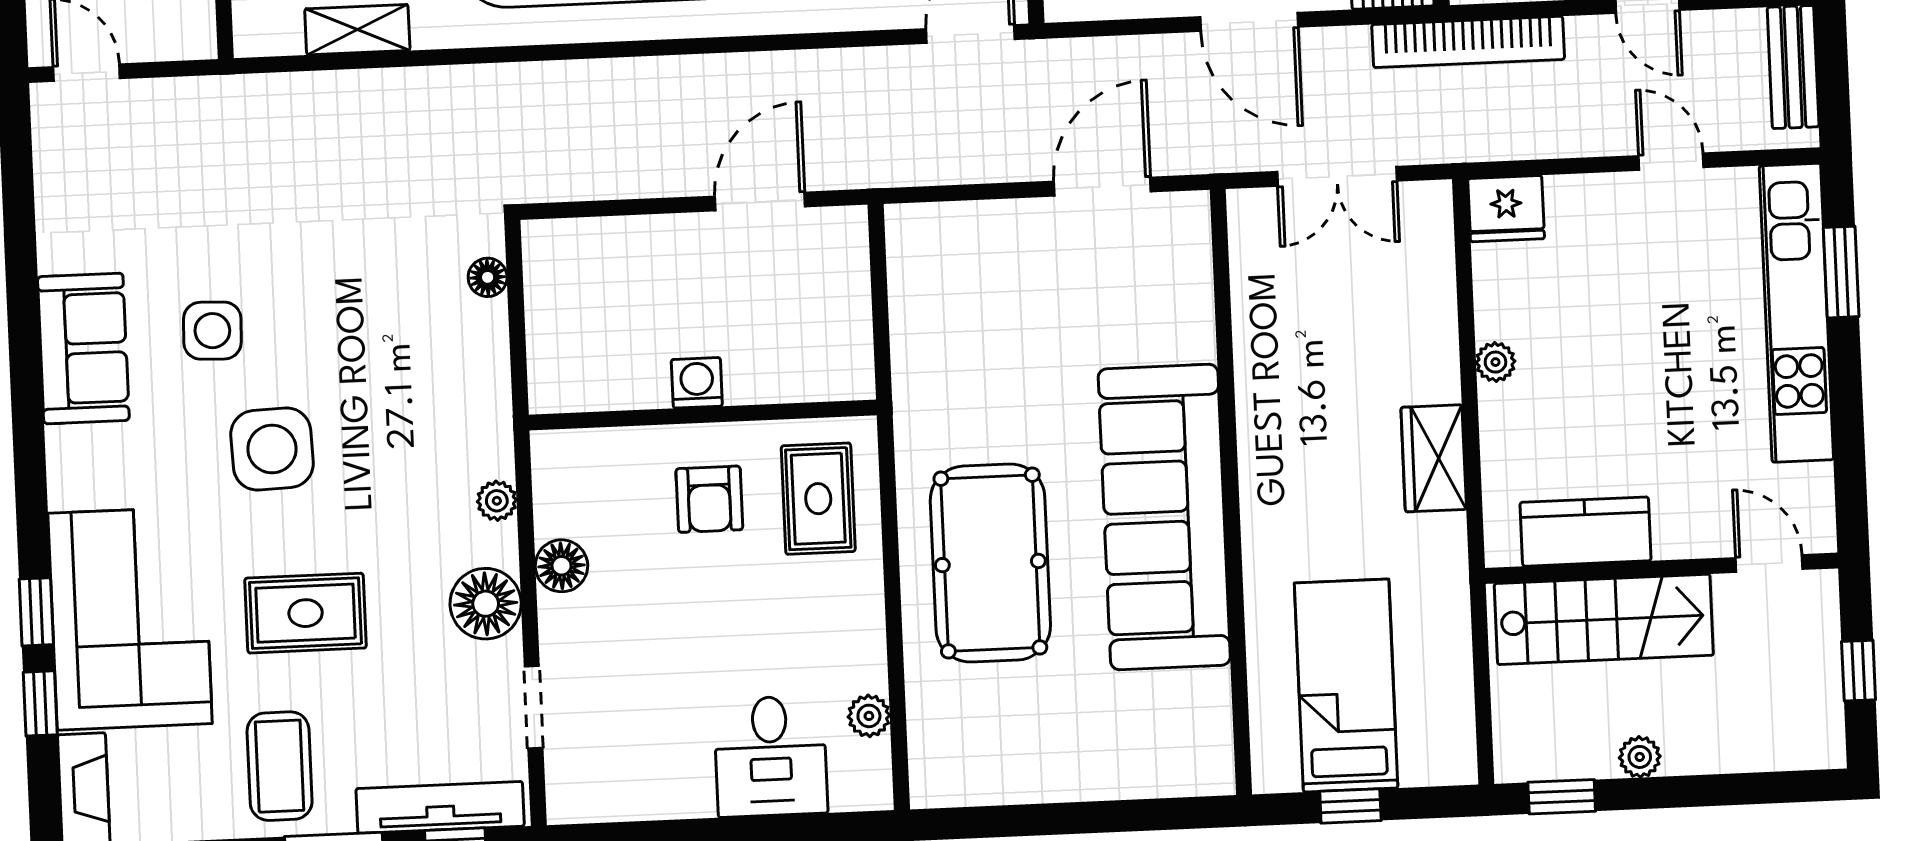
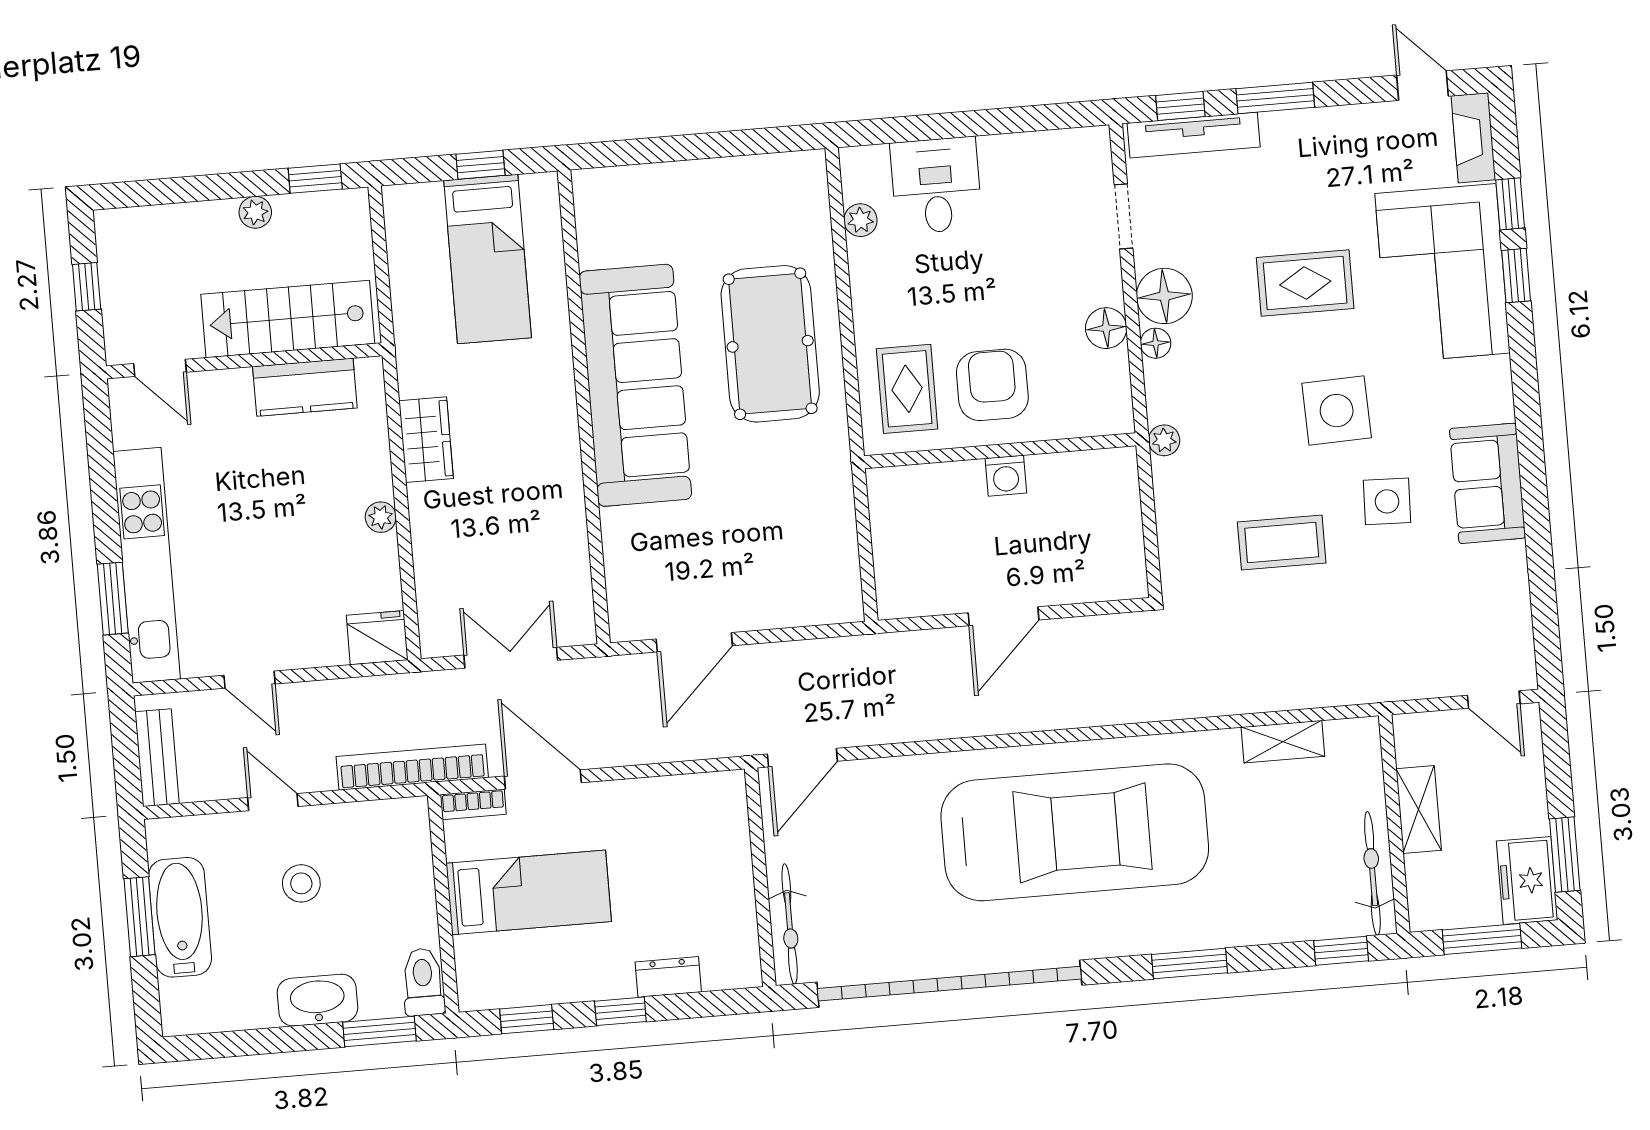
door: (1249, 22) -> (543, 779), moved
door: (760, 201) -> (1003, 616), moved
floor lamp: (488, 277) -> (1156, 343), moved
armchair: (709, 499) -> (992, 385), width x1.38, depth x1.38
plant: (497, 501) -> (1164, 440), moved
coffee table: (280, 766) -> (1282, 543), moved, turned 90

